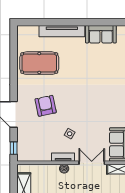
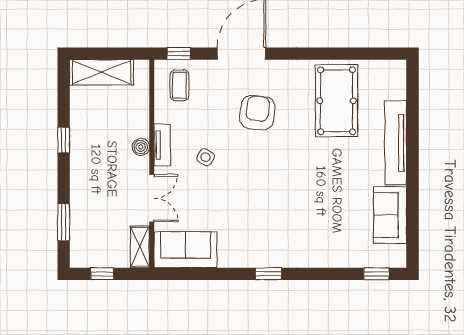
armchair: (46, 106) -> (257, 113), turned -71
coffee table: (31, 148) -> (179, 85), added

